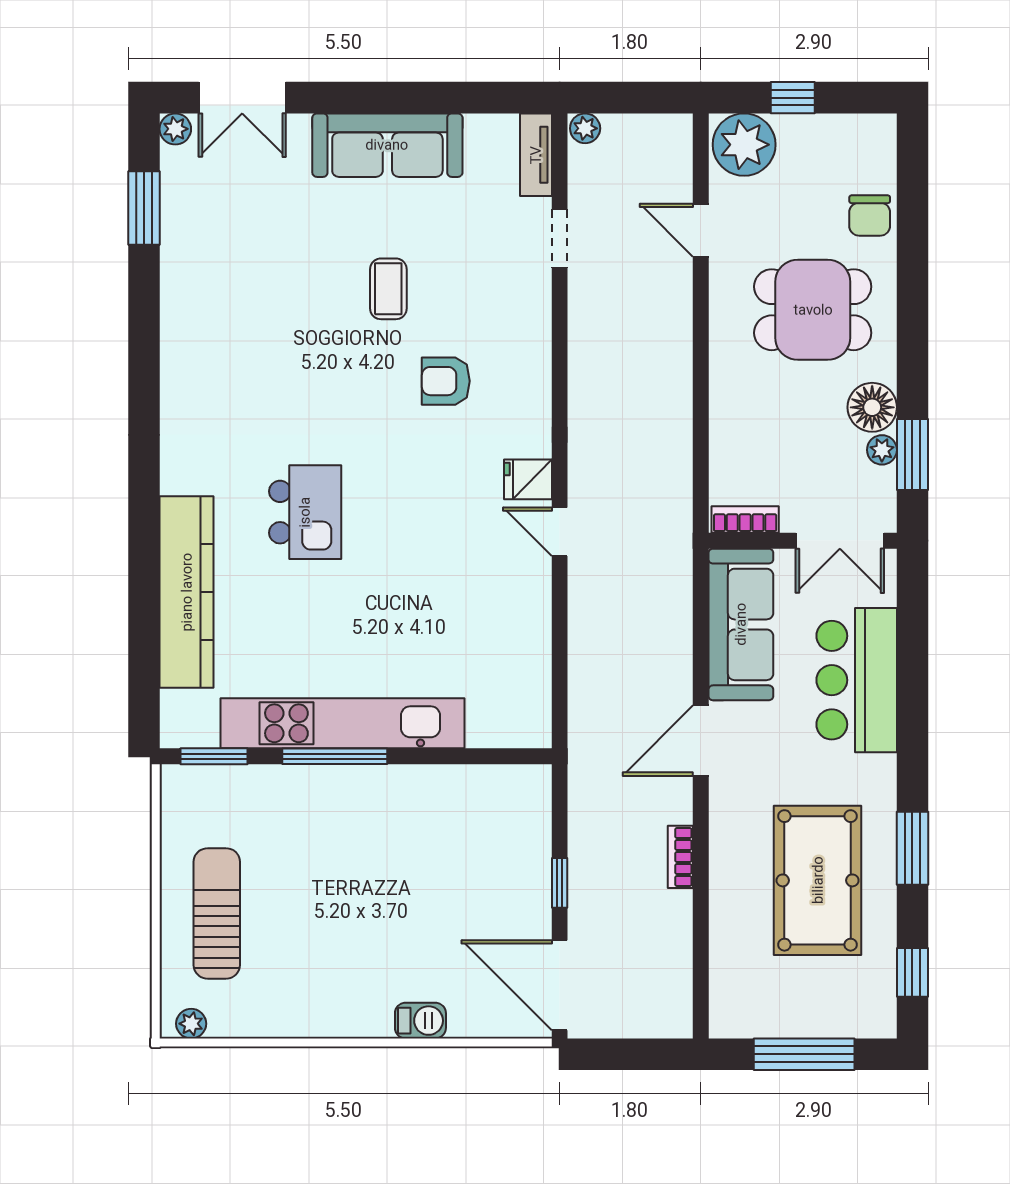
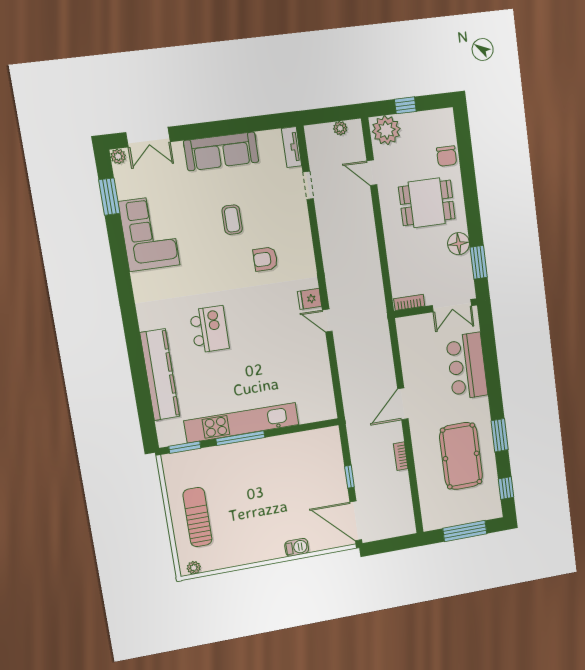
plant: (585, 128) -> (340, 128), moved
corner sofa: (212, 294) -> (149, 233), added
plant: (882, 450) -> (465, 262), removed
sofa: (741, 624) -> (414, 350), removed

